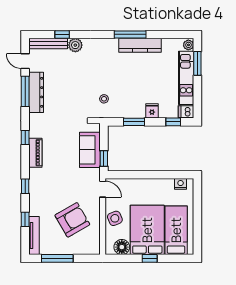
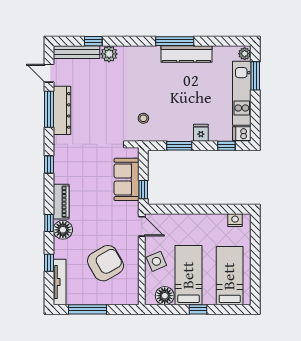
piano: (35, 153) -> (61, 202), moved
floor lamp: (37, 192) -> (63, 230), added
bed: (147, 230) -> (189, 275), width x0.67

